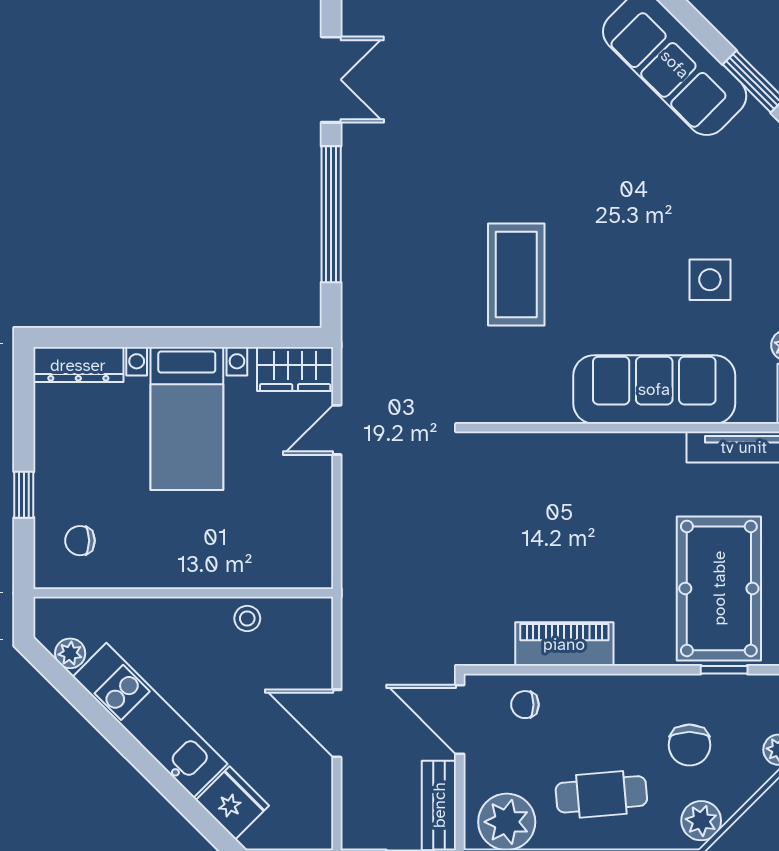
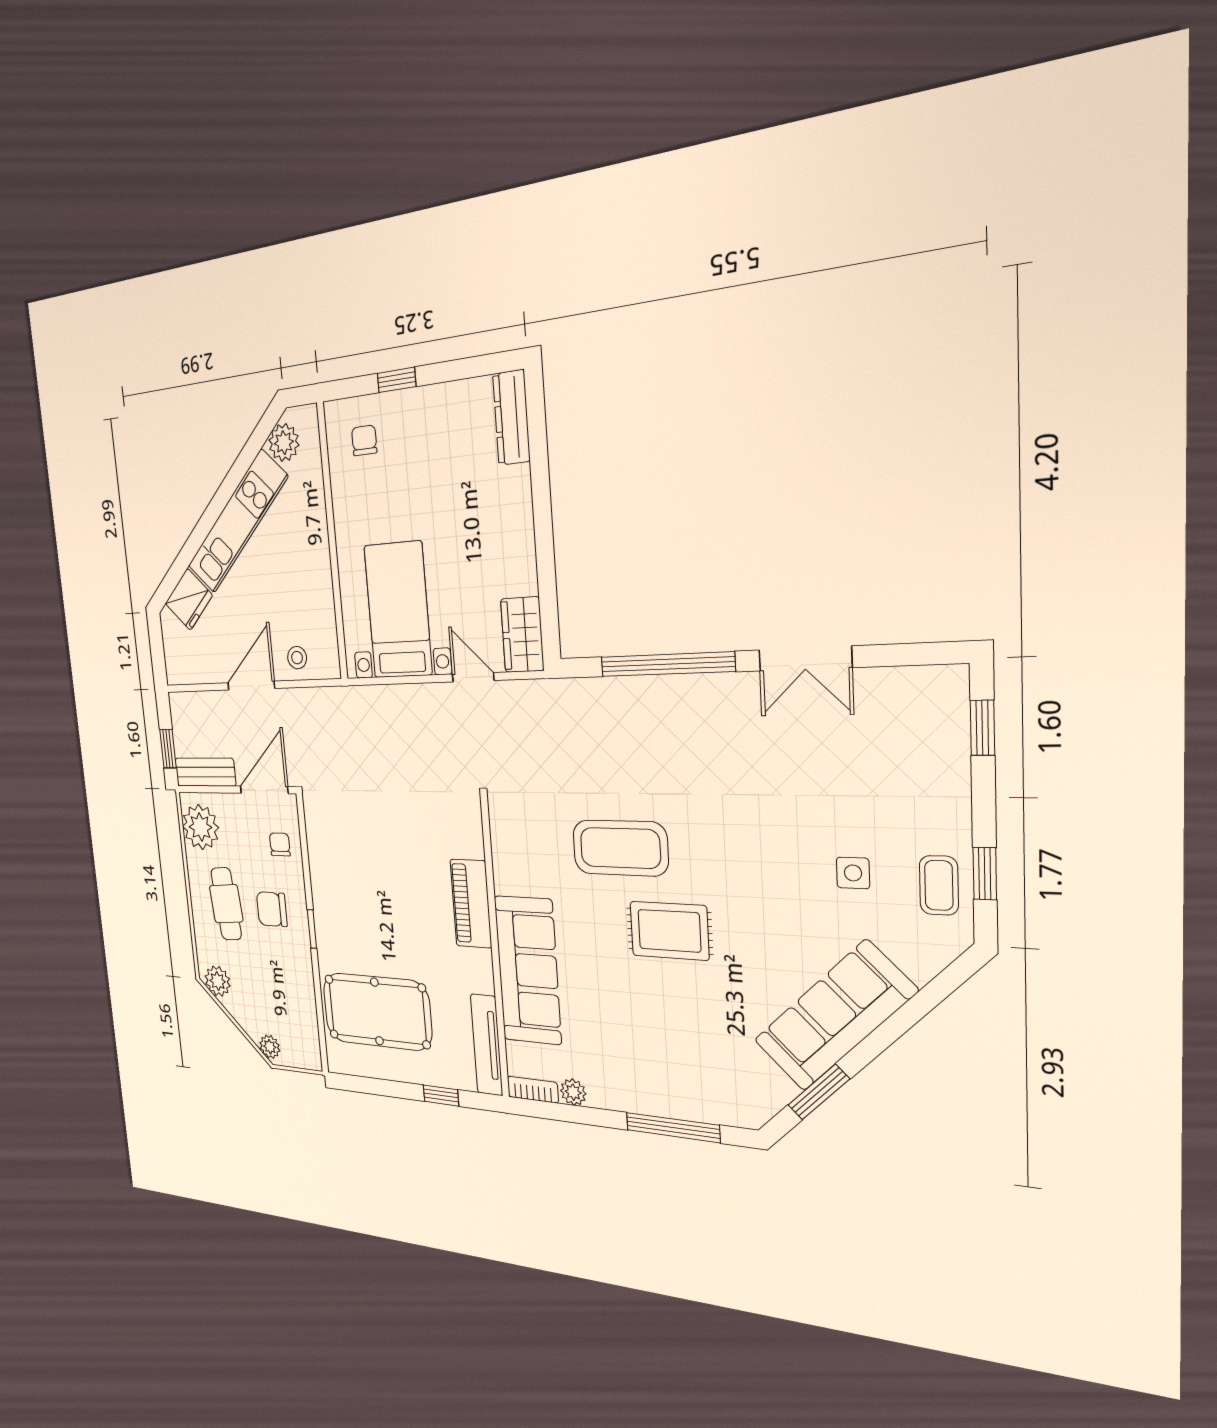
rug: (600, 226) -> (669, 931), added
side table: (710, 280) -> (853, 873), moved, width x0.73, depth x0.73
bed with nightstands: (187, 418) -> (398, 610), moved, turned 90
stool: (247, 618) -> (297, 658), moved
piano: (564, 644) -> (471, 904), moved, turned 180
plant: (70, 653) -> (284, 443), width x1.38, depth x1.38
window: (724, 670) -> (312, 929), moved
chair: (689, 745) -> (272, 909), moved

